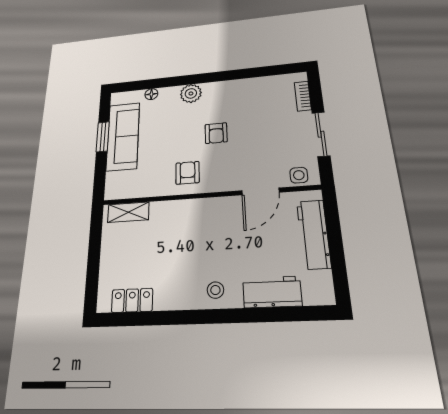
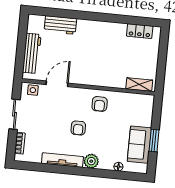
tv unit: (233, 87) -> (62, 160), added
armchair: (216, 133) -> (78, 128), turned 180
sofa: (123, 136) -> (139, 145), width x0.73
stool: (215, 290) -> (91, 30), removed

